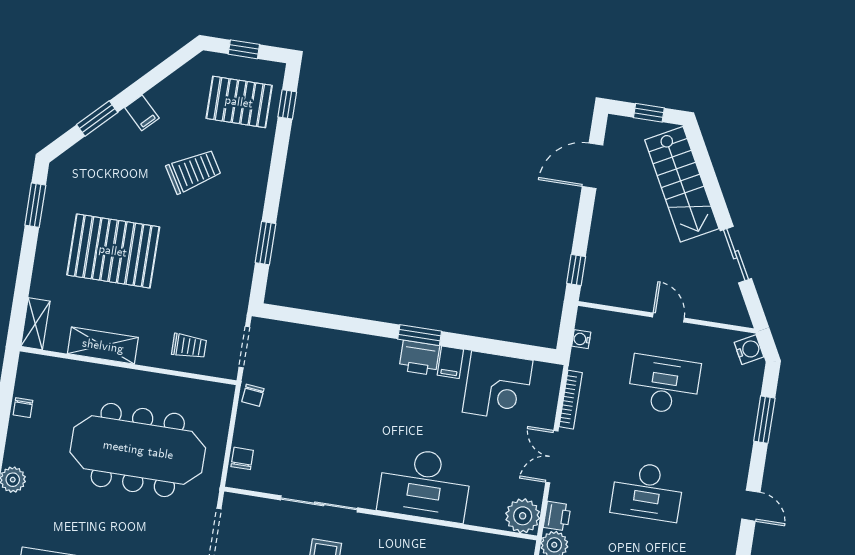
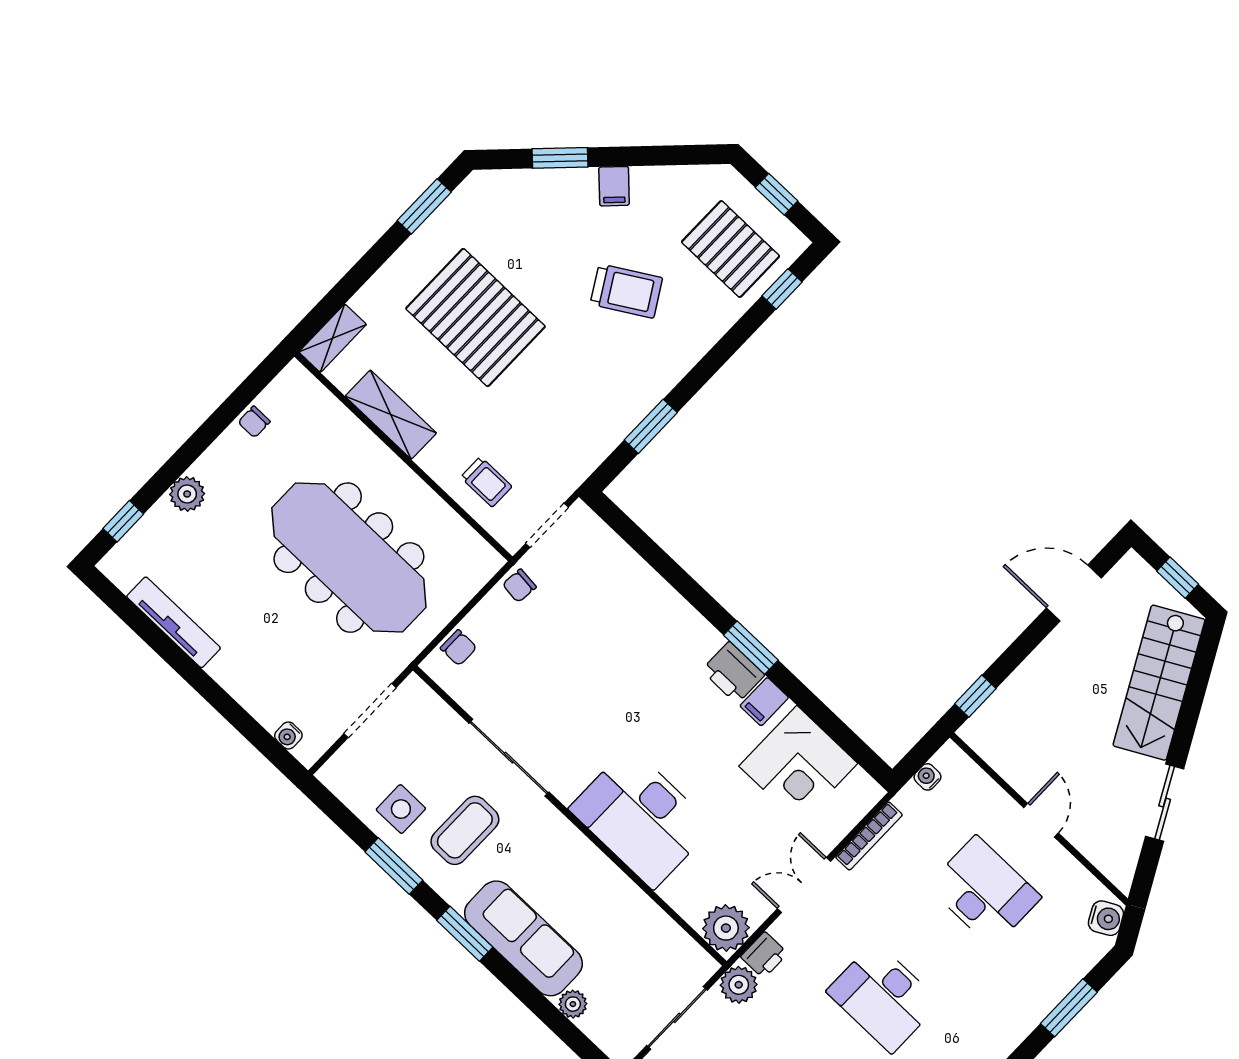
chair: (242, 458) -> (459, 648), turned 90

